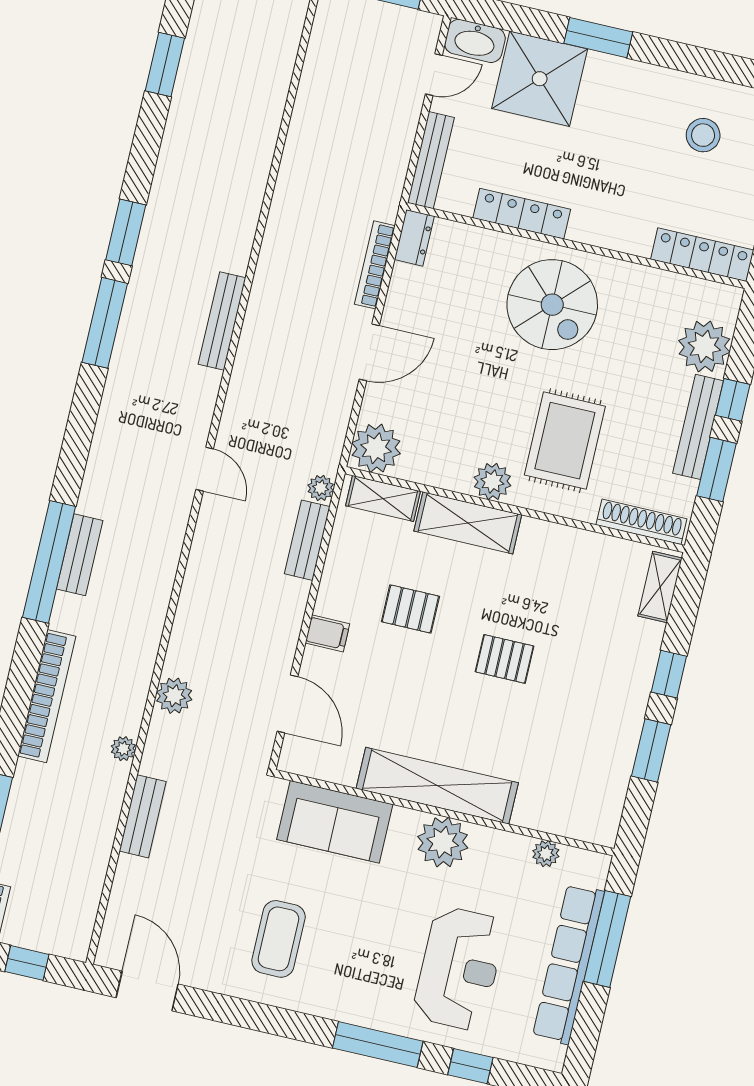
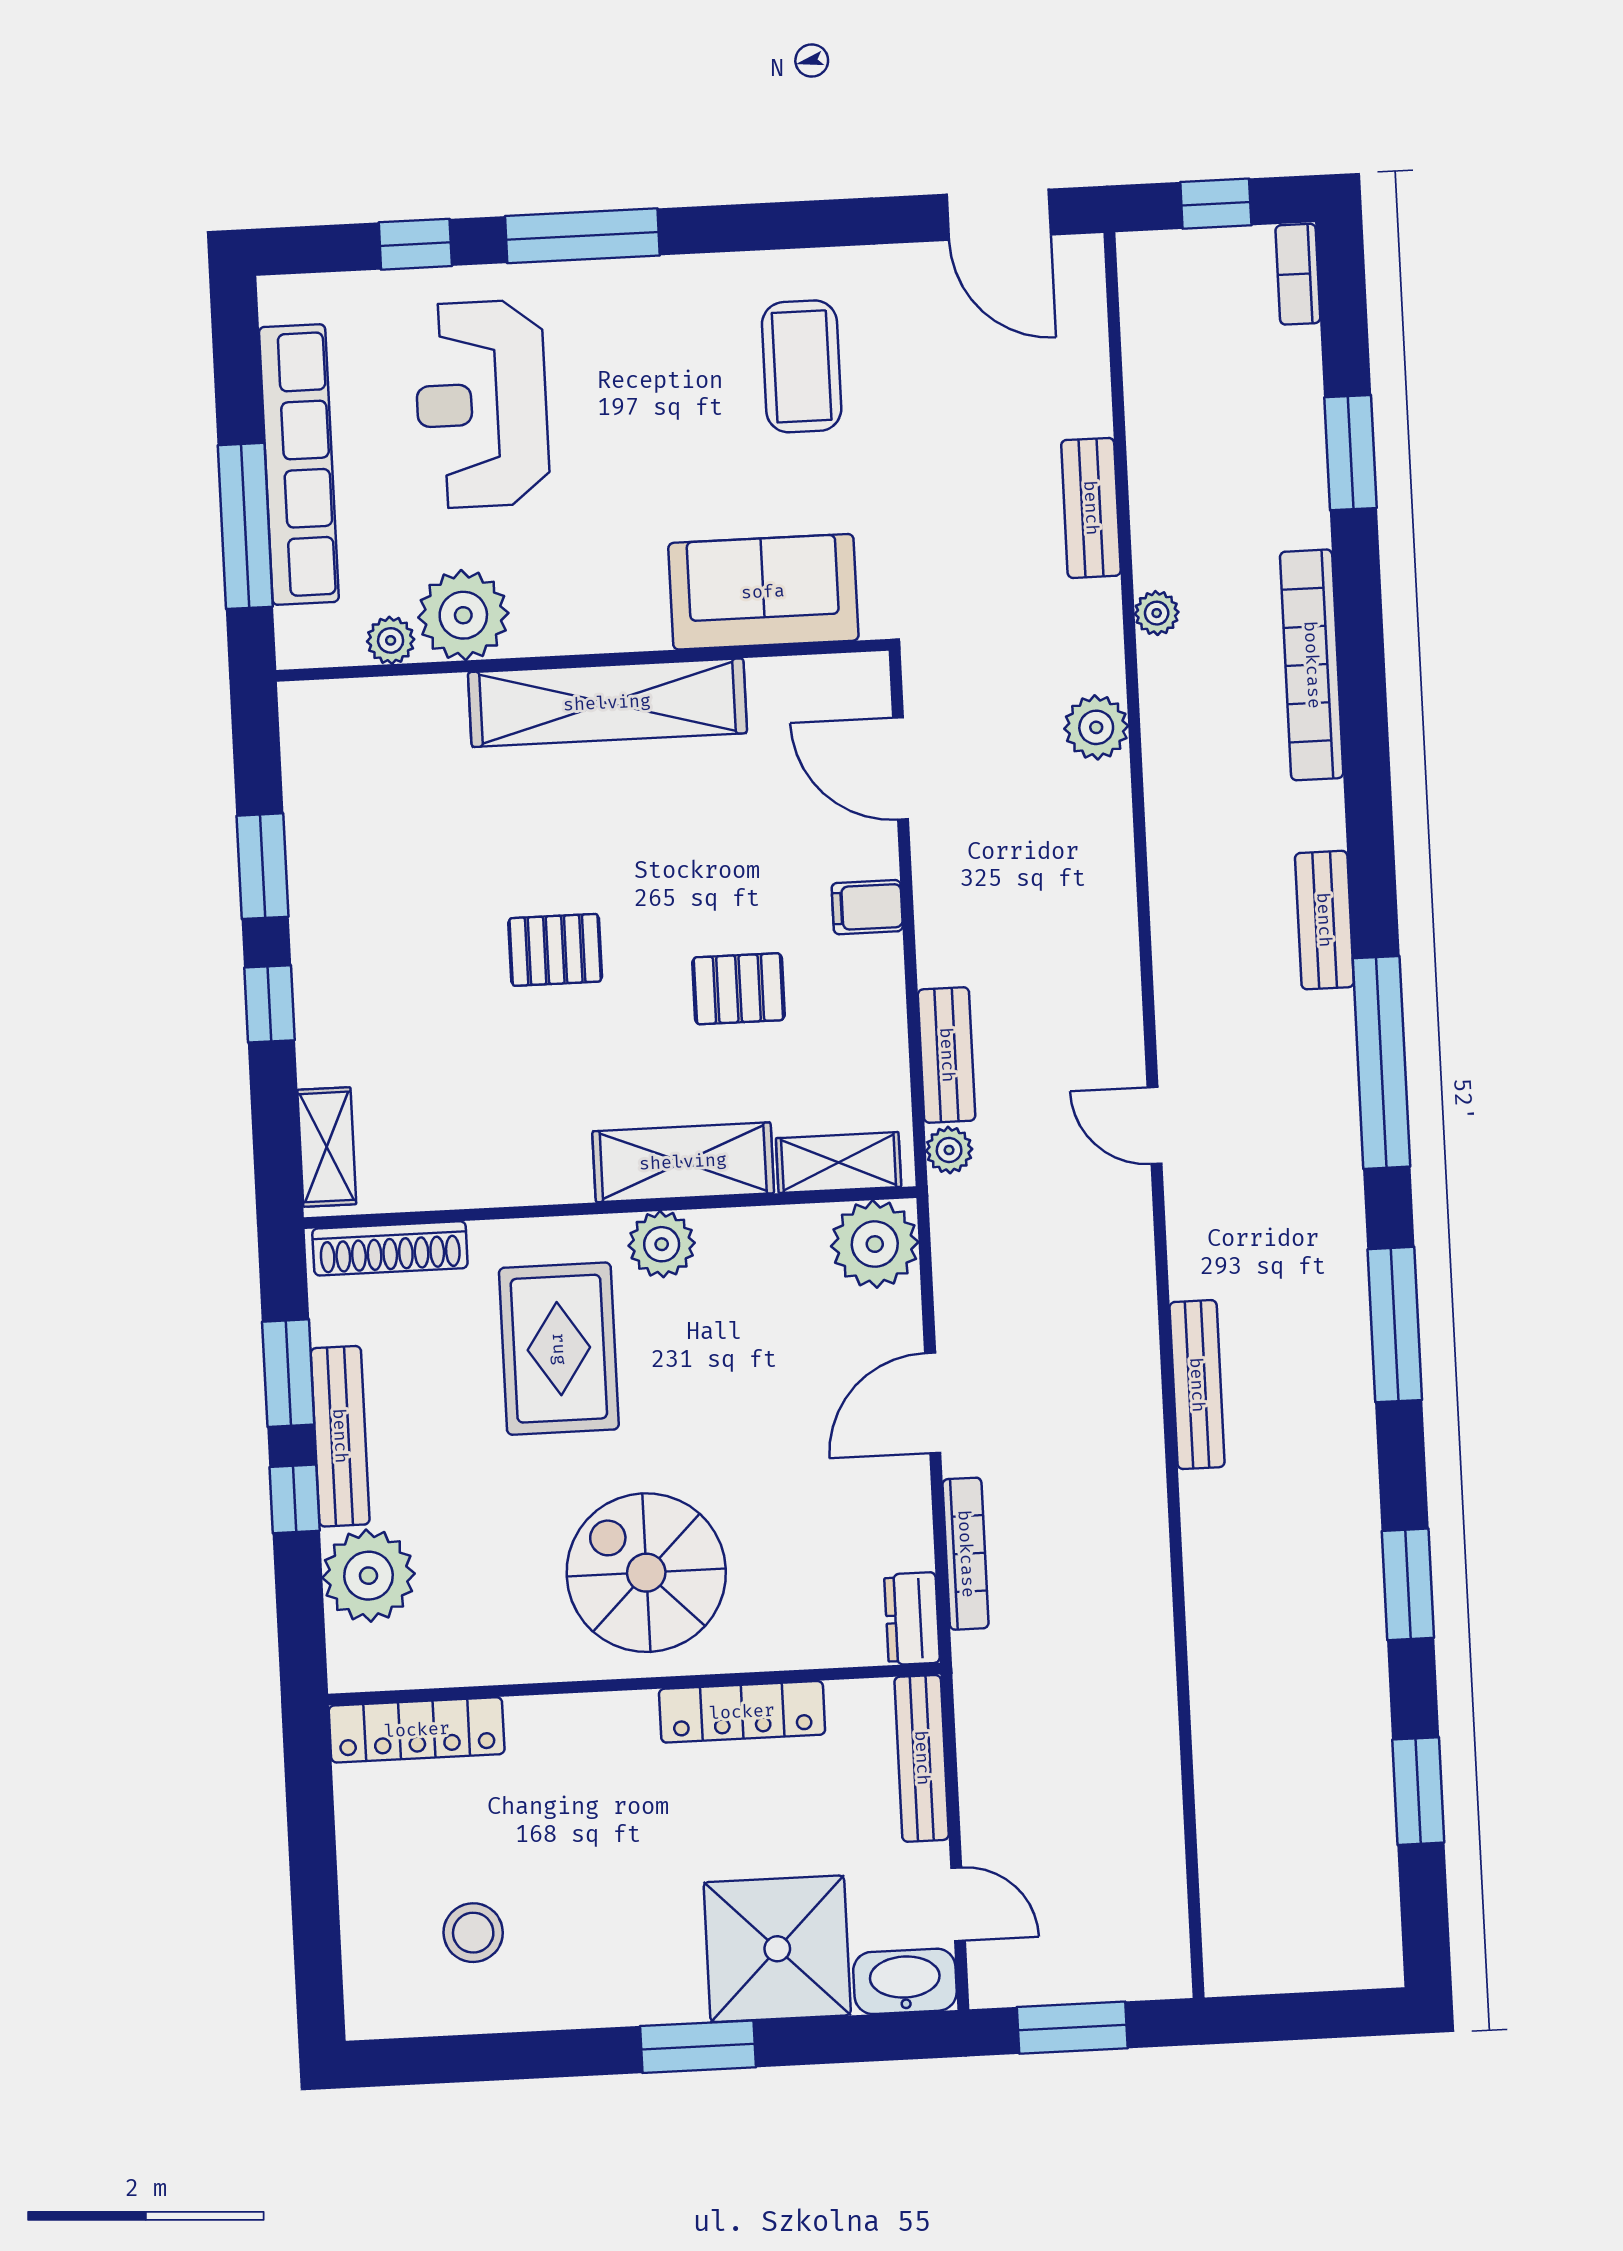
door: (434, 75) -> (958, 1904), swing flipped
window: (126, 232) -> (1408, 1584), moved
window: (49, 562) -> (1381, 1062), moved
plant: (443, 842) -> (463, 615), moved

